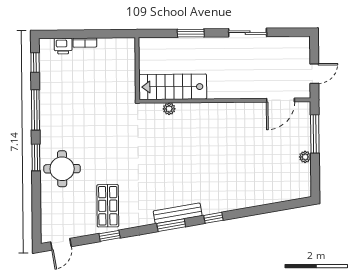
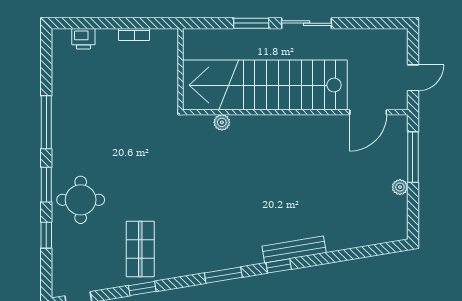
sliding door: (248, 33) -> (307, 23), moved
bookcase: (85, 43) -> (134, 34), moved
window: (35, 62) -> (46, 235), moved
stairs: (173, 87) -> (265, 85), width x1.86, depth x1.51
bench: (178, 213) -> (294, 249), moved

